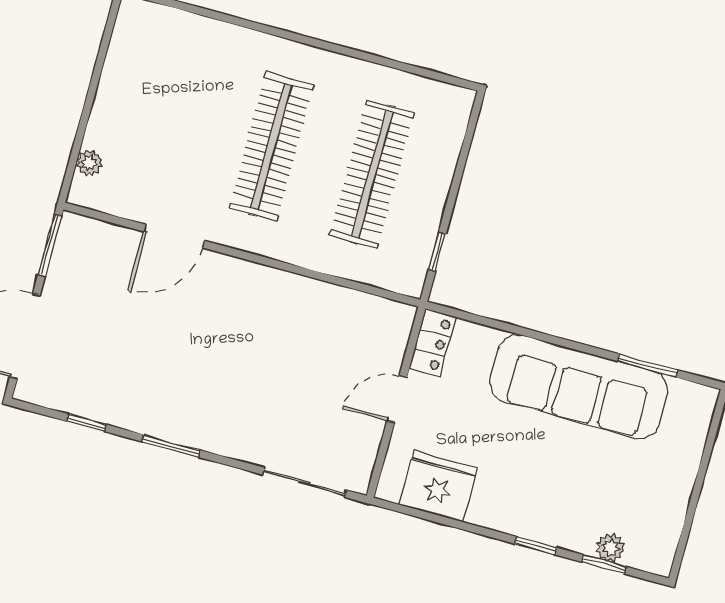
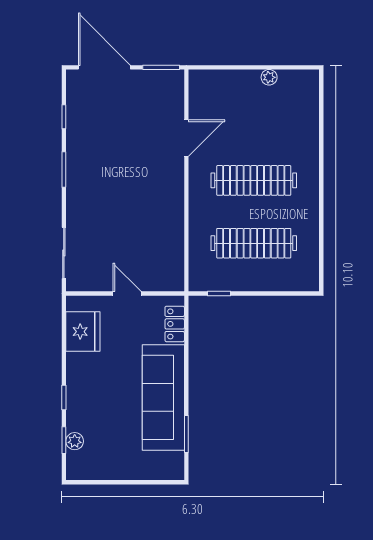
plant: (89, 163) -> (269, 77), moved
door: (174, 236) -> (186, 138), swing flipped
locker: (432, 343) -> (175, 324), moved, turned 90

